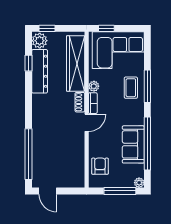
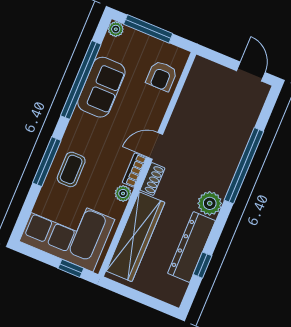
window: (47, 28) -> (155, 304), removed
plant: (40, 41) -> (210, 203), moved
window: (28, 154) -> (244, 166), moved

